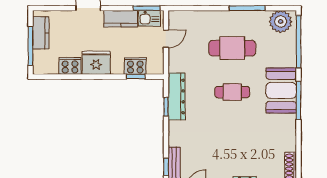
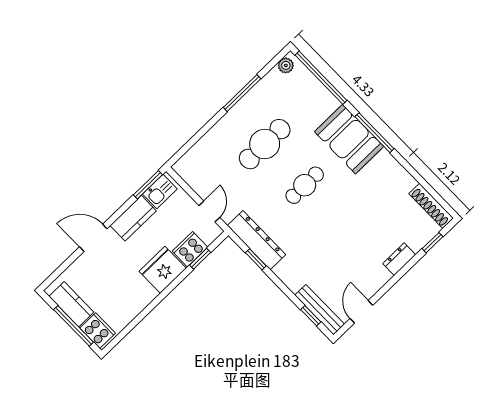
plant: (281, 21) -> (286, 65), width x0.53, depth x0.53
door: (166, 39) -> (209, 212), moved
fridge: (96, 63) -> (163, 270), moved
cooker: (70, 66) -> (98, 331), moved, turned 90

